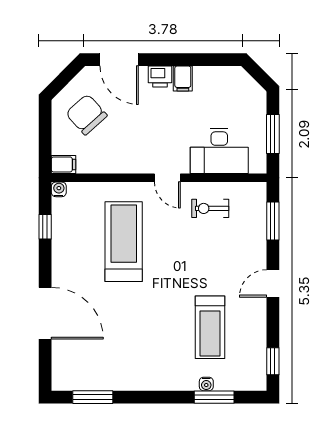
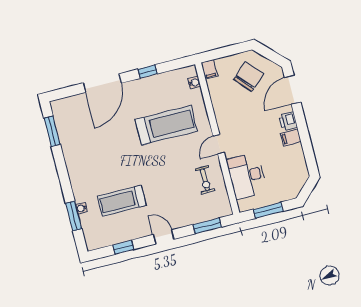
water cooler: (59, 189) -> (194, 83), moved
exercise bike: (210, 208) -> (205, 180), turned 180
window: (45, 227) -> (148, 71), moved
window: (273, 361) -> (123, 247), moved

